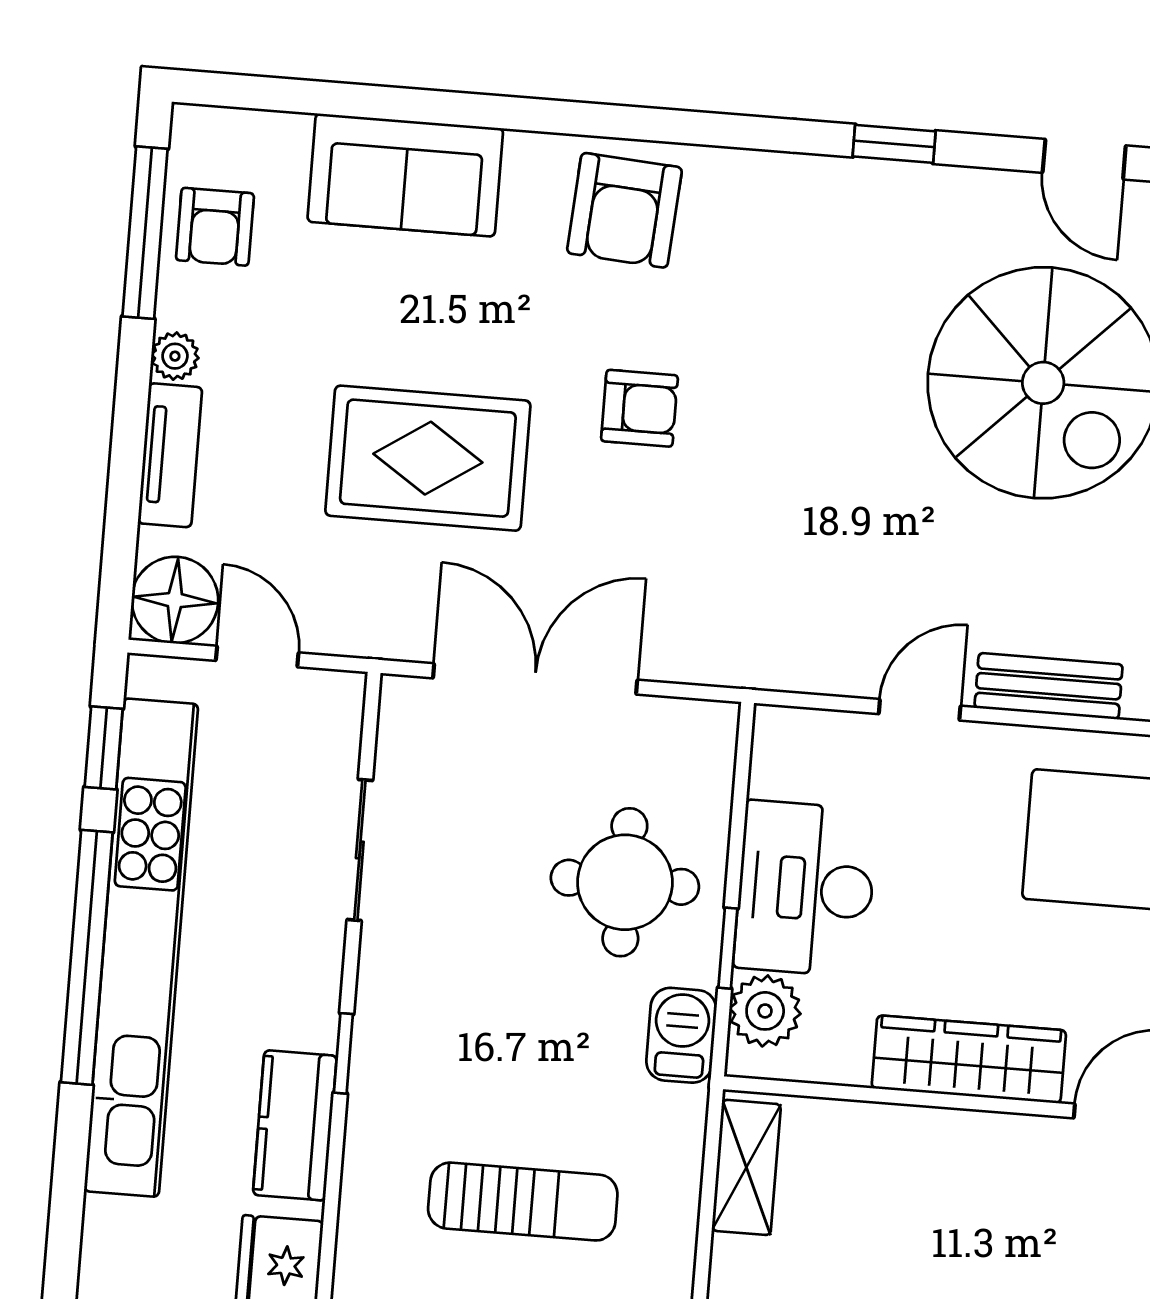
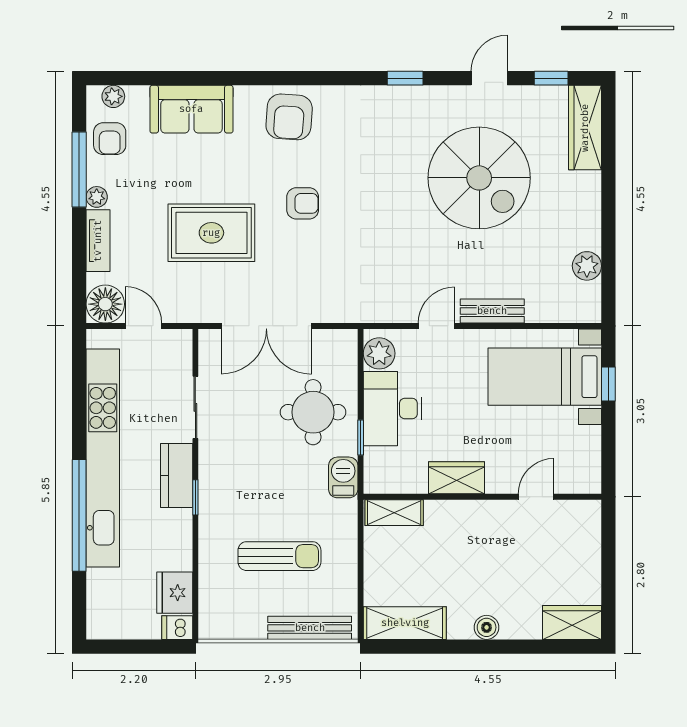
plant: (231, 132) -> (113, 96), added
door: (1084, 159) -> (489, 78), swing flipped
window: (145, 233) -> (79, 170), moved
double door: (535, 679) -> (266, 326), swing flipped
window: (104, 748) -> (79, 372), removed
window: (87, 957) -> (79, 515), moved
plant: (765, 1011) -> (379, 353), moved
wardrobe: (969, 1059) -> (456, 478), width x0.67
kitchen counter: (295, 1125) -> (177, 476), moved
shelving: (746, 1167) -> (394, 513), moved, turned 90

